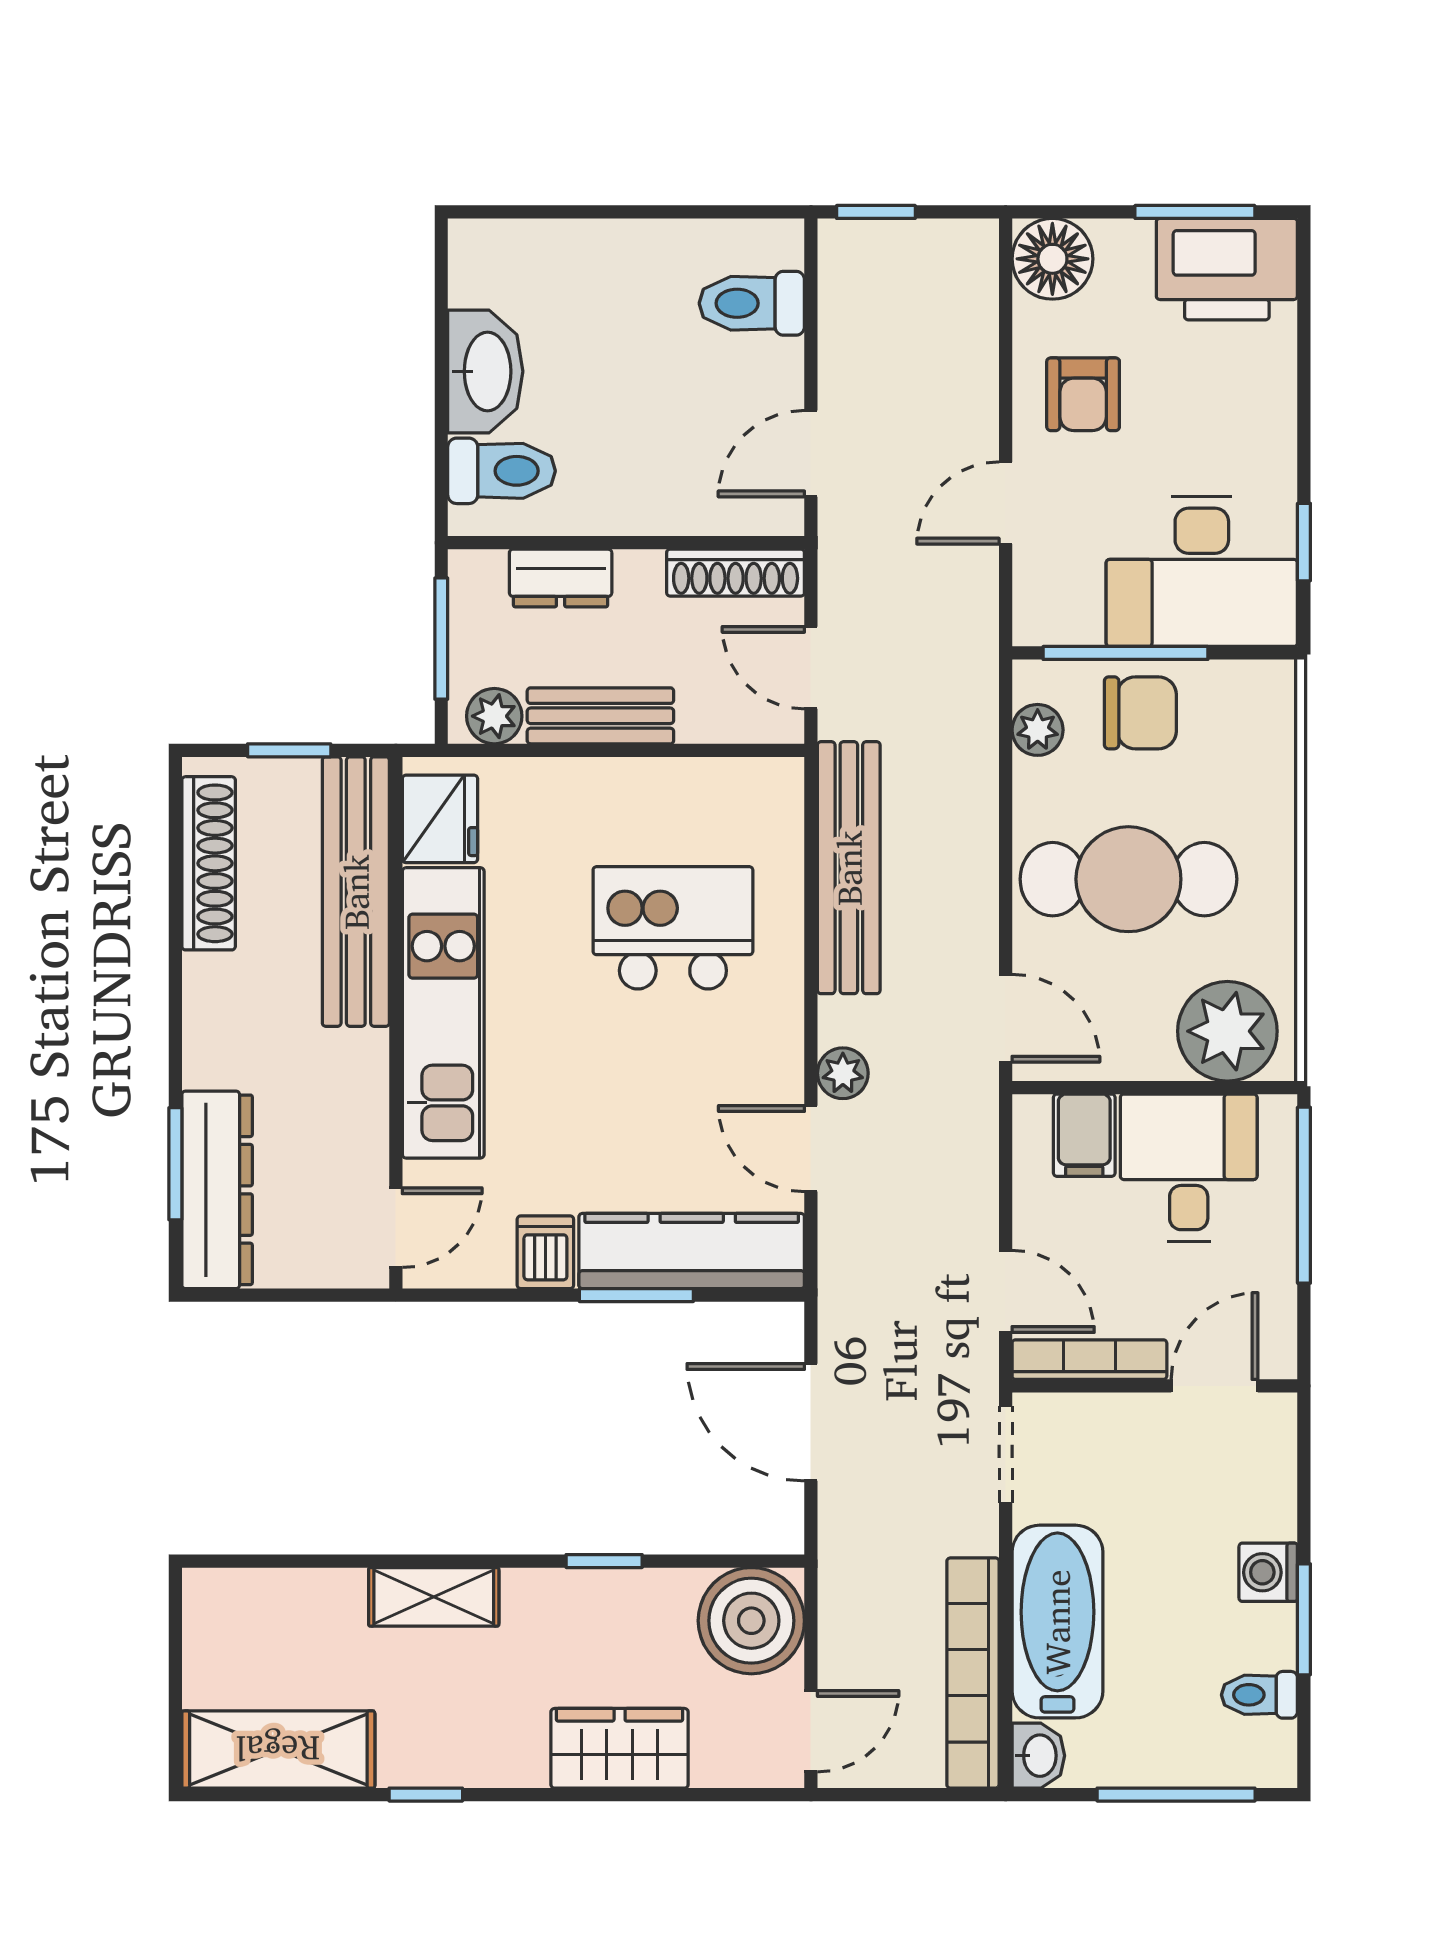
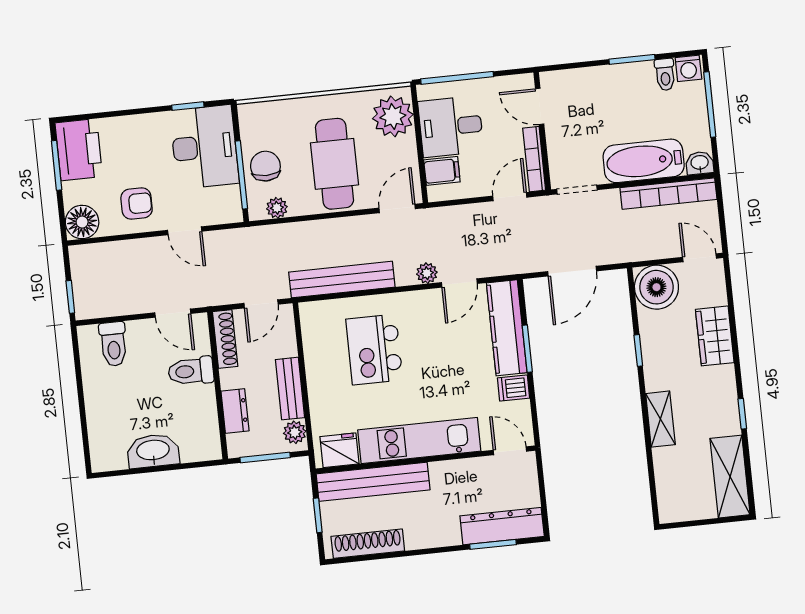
toilet: (502, 471) -> (191, 371), moved, turned -90
washing machine: (1268, 1572) -> (688, 68), moved

